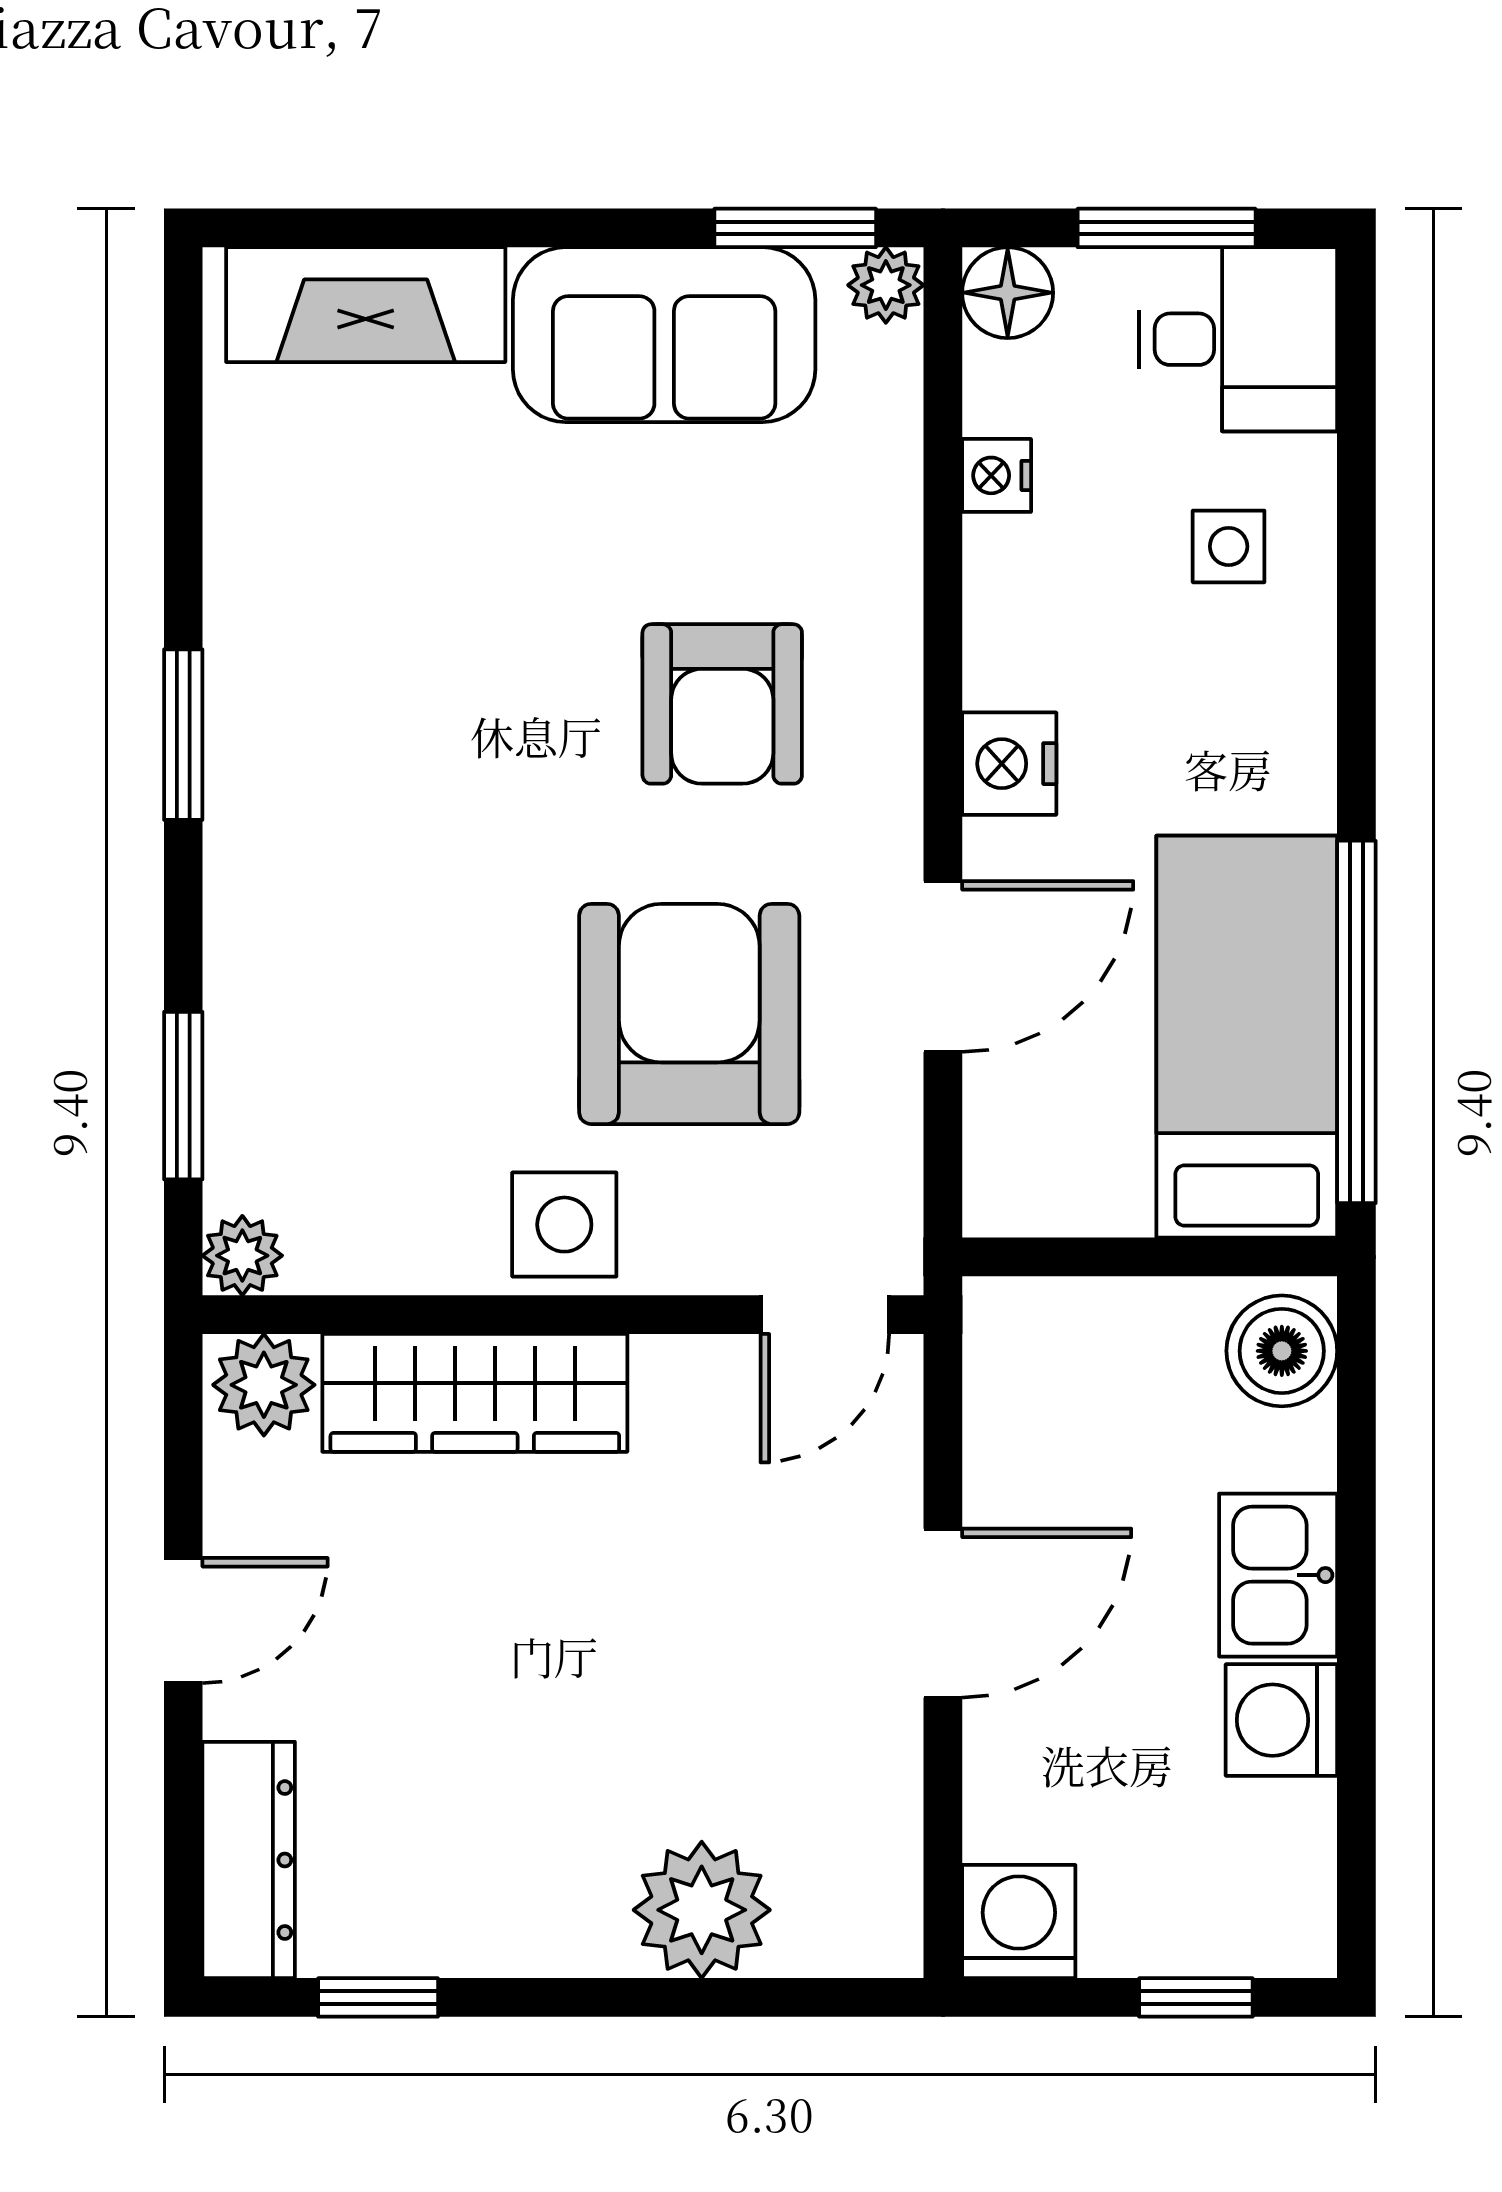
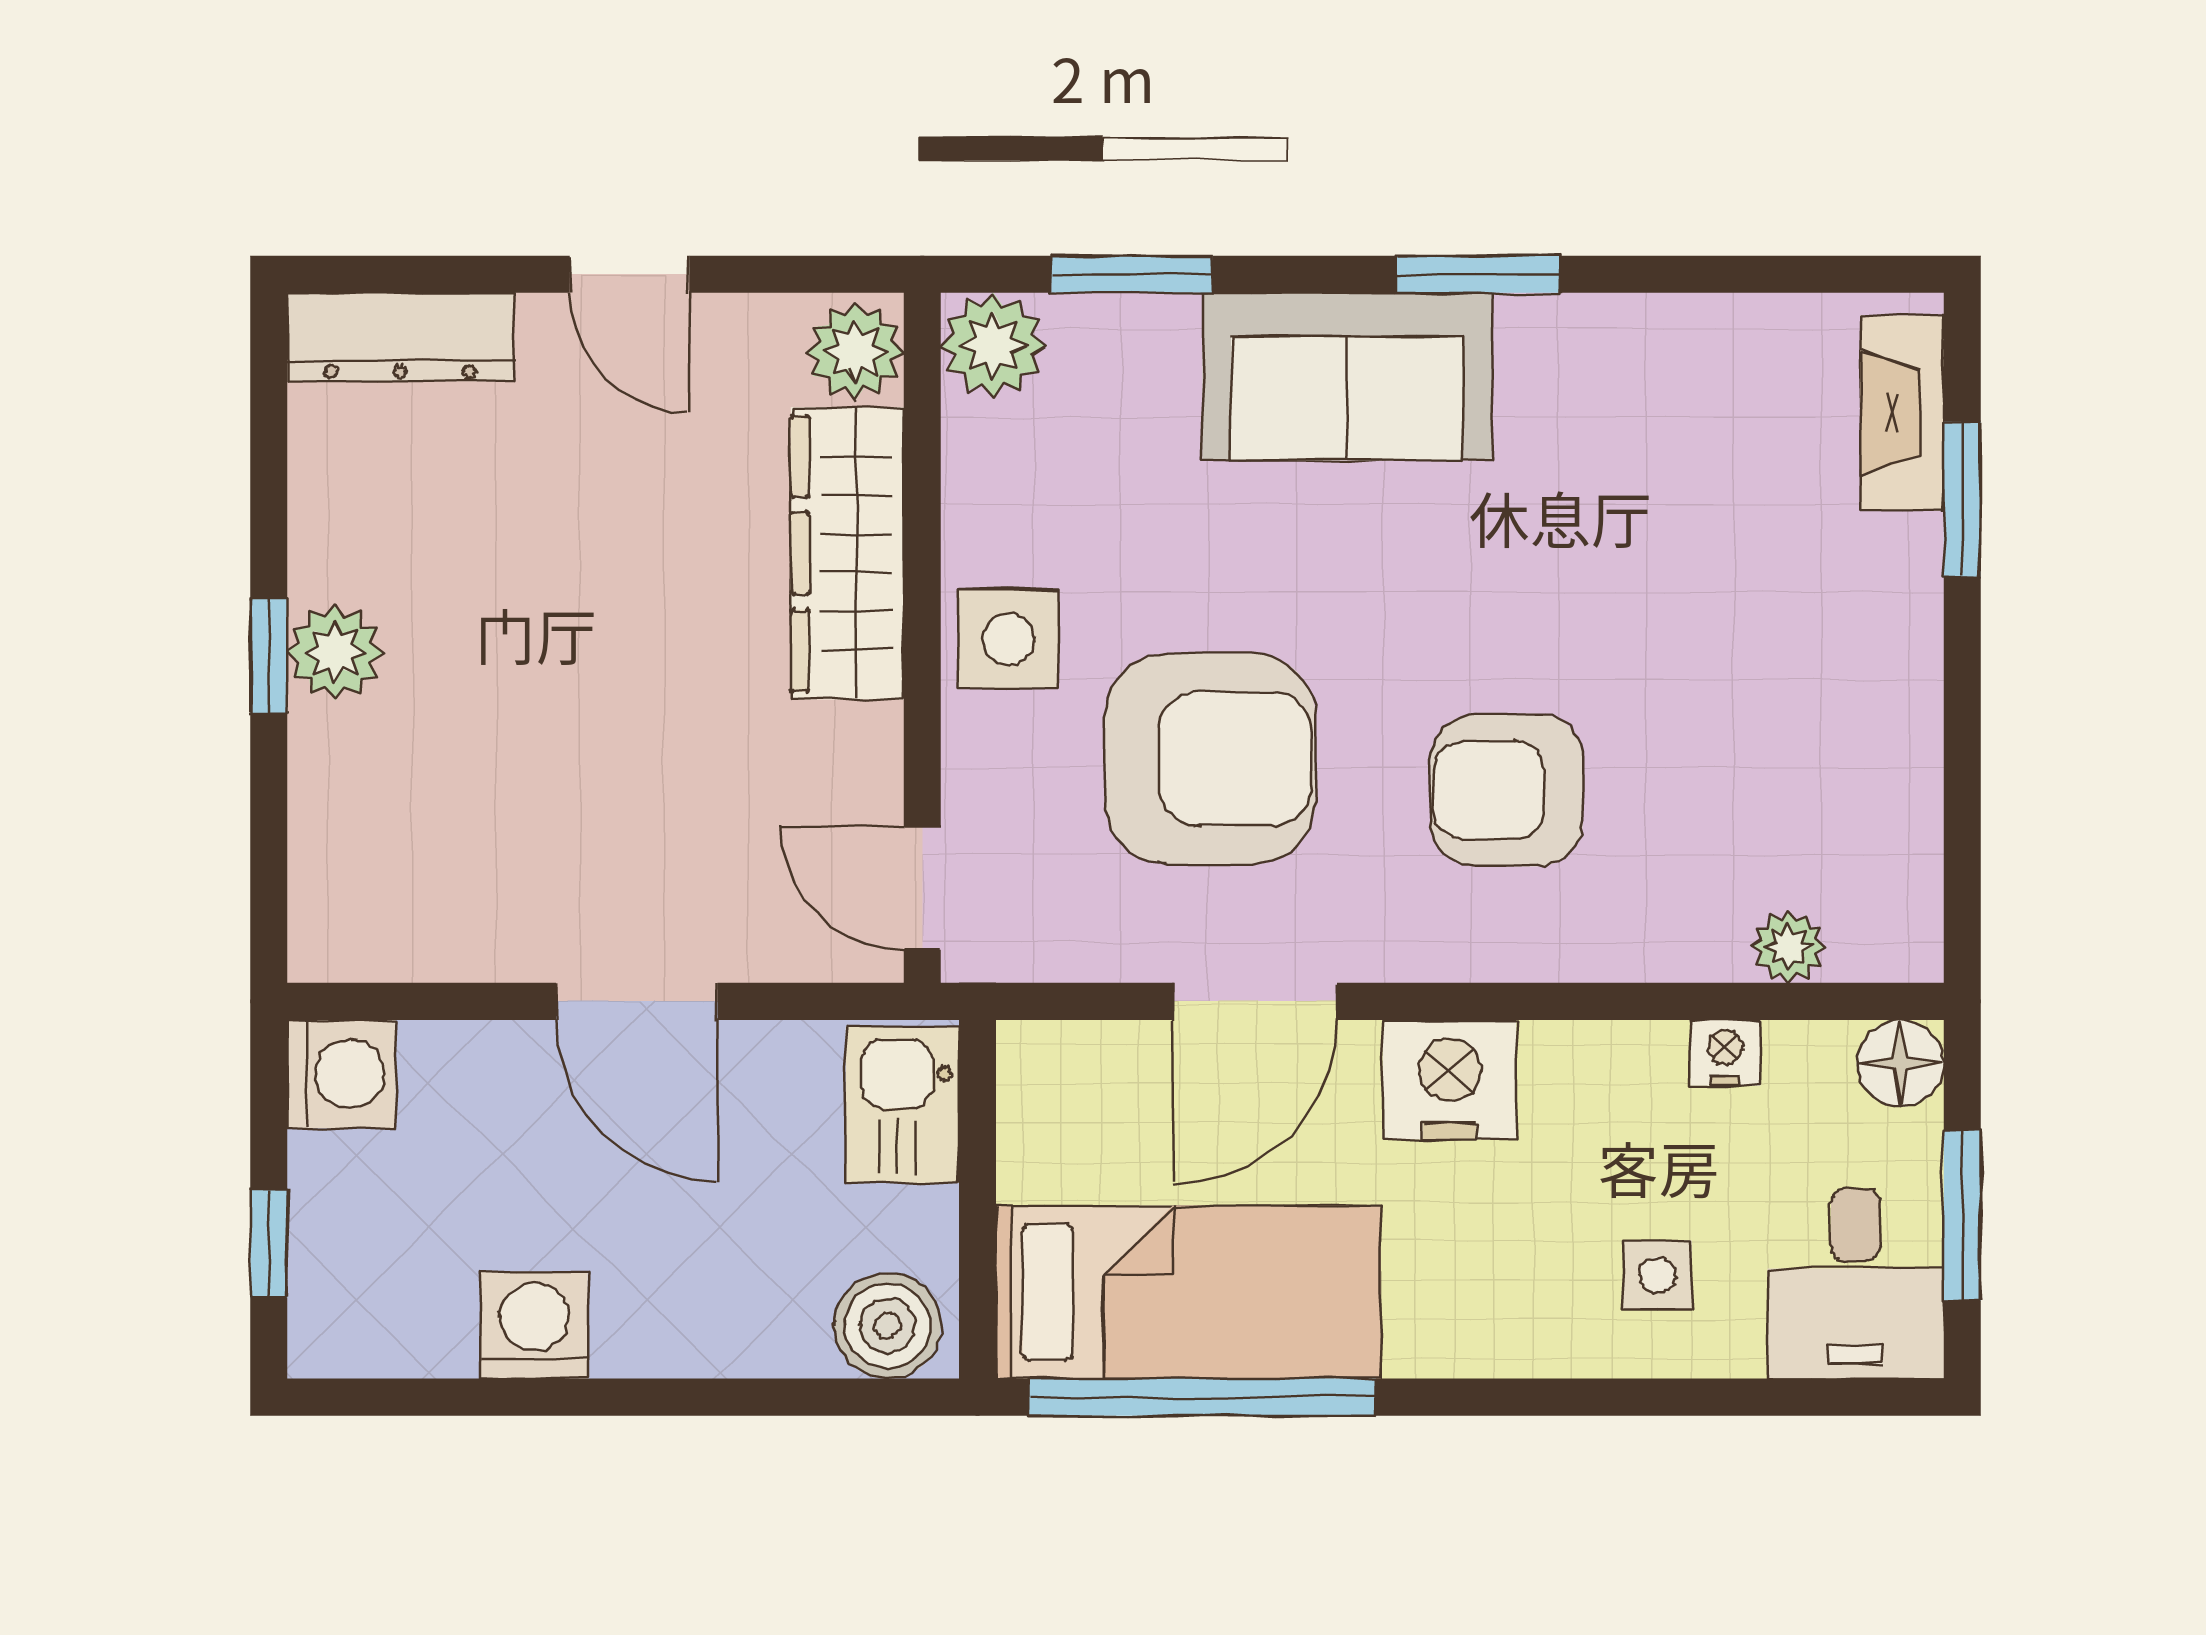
window: (795, 228) -> (1962, 499), moved
plant: (886, 285) -> (1789, 947), moved
fireplace: (366, 305) -> (1902, 413), width x0.73, depth x0.76
sofa: (664, 335) -> (1347, 376), moved, turned -90
nightstand: (1009, 764) -> (1450, 1080), width x1.36, depth x1.33
door: (943, 966) -> (1255, 1001), hinge flipped
plant: (242, 1256) -> (993, 345), width x1.38, depth x1.38
kitchen sink: (1278, 1575) -> (902, 1105), moved, turned -90
plant: (702, 1910) -> (335, 652), moved, width x0.73, depth x0.73
window: (378, 1997) -> (269, 656), moved

